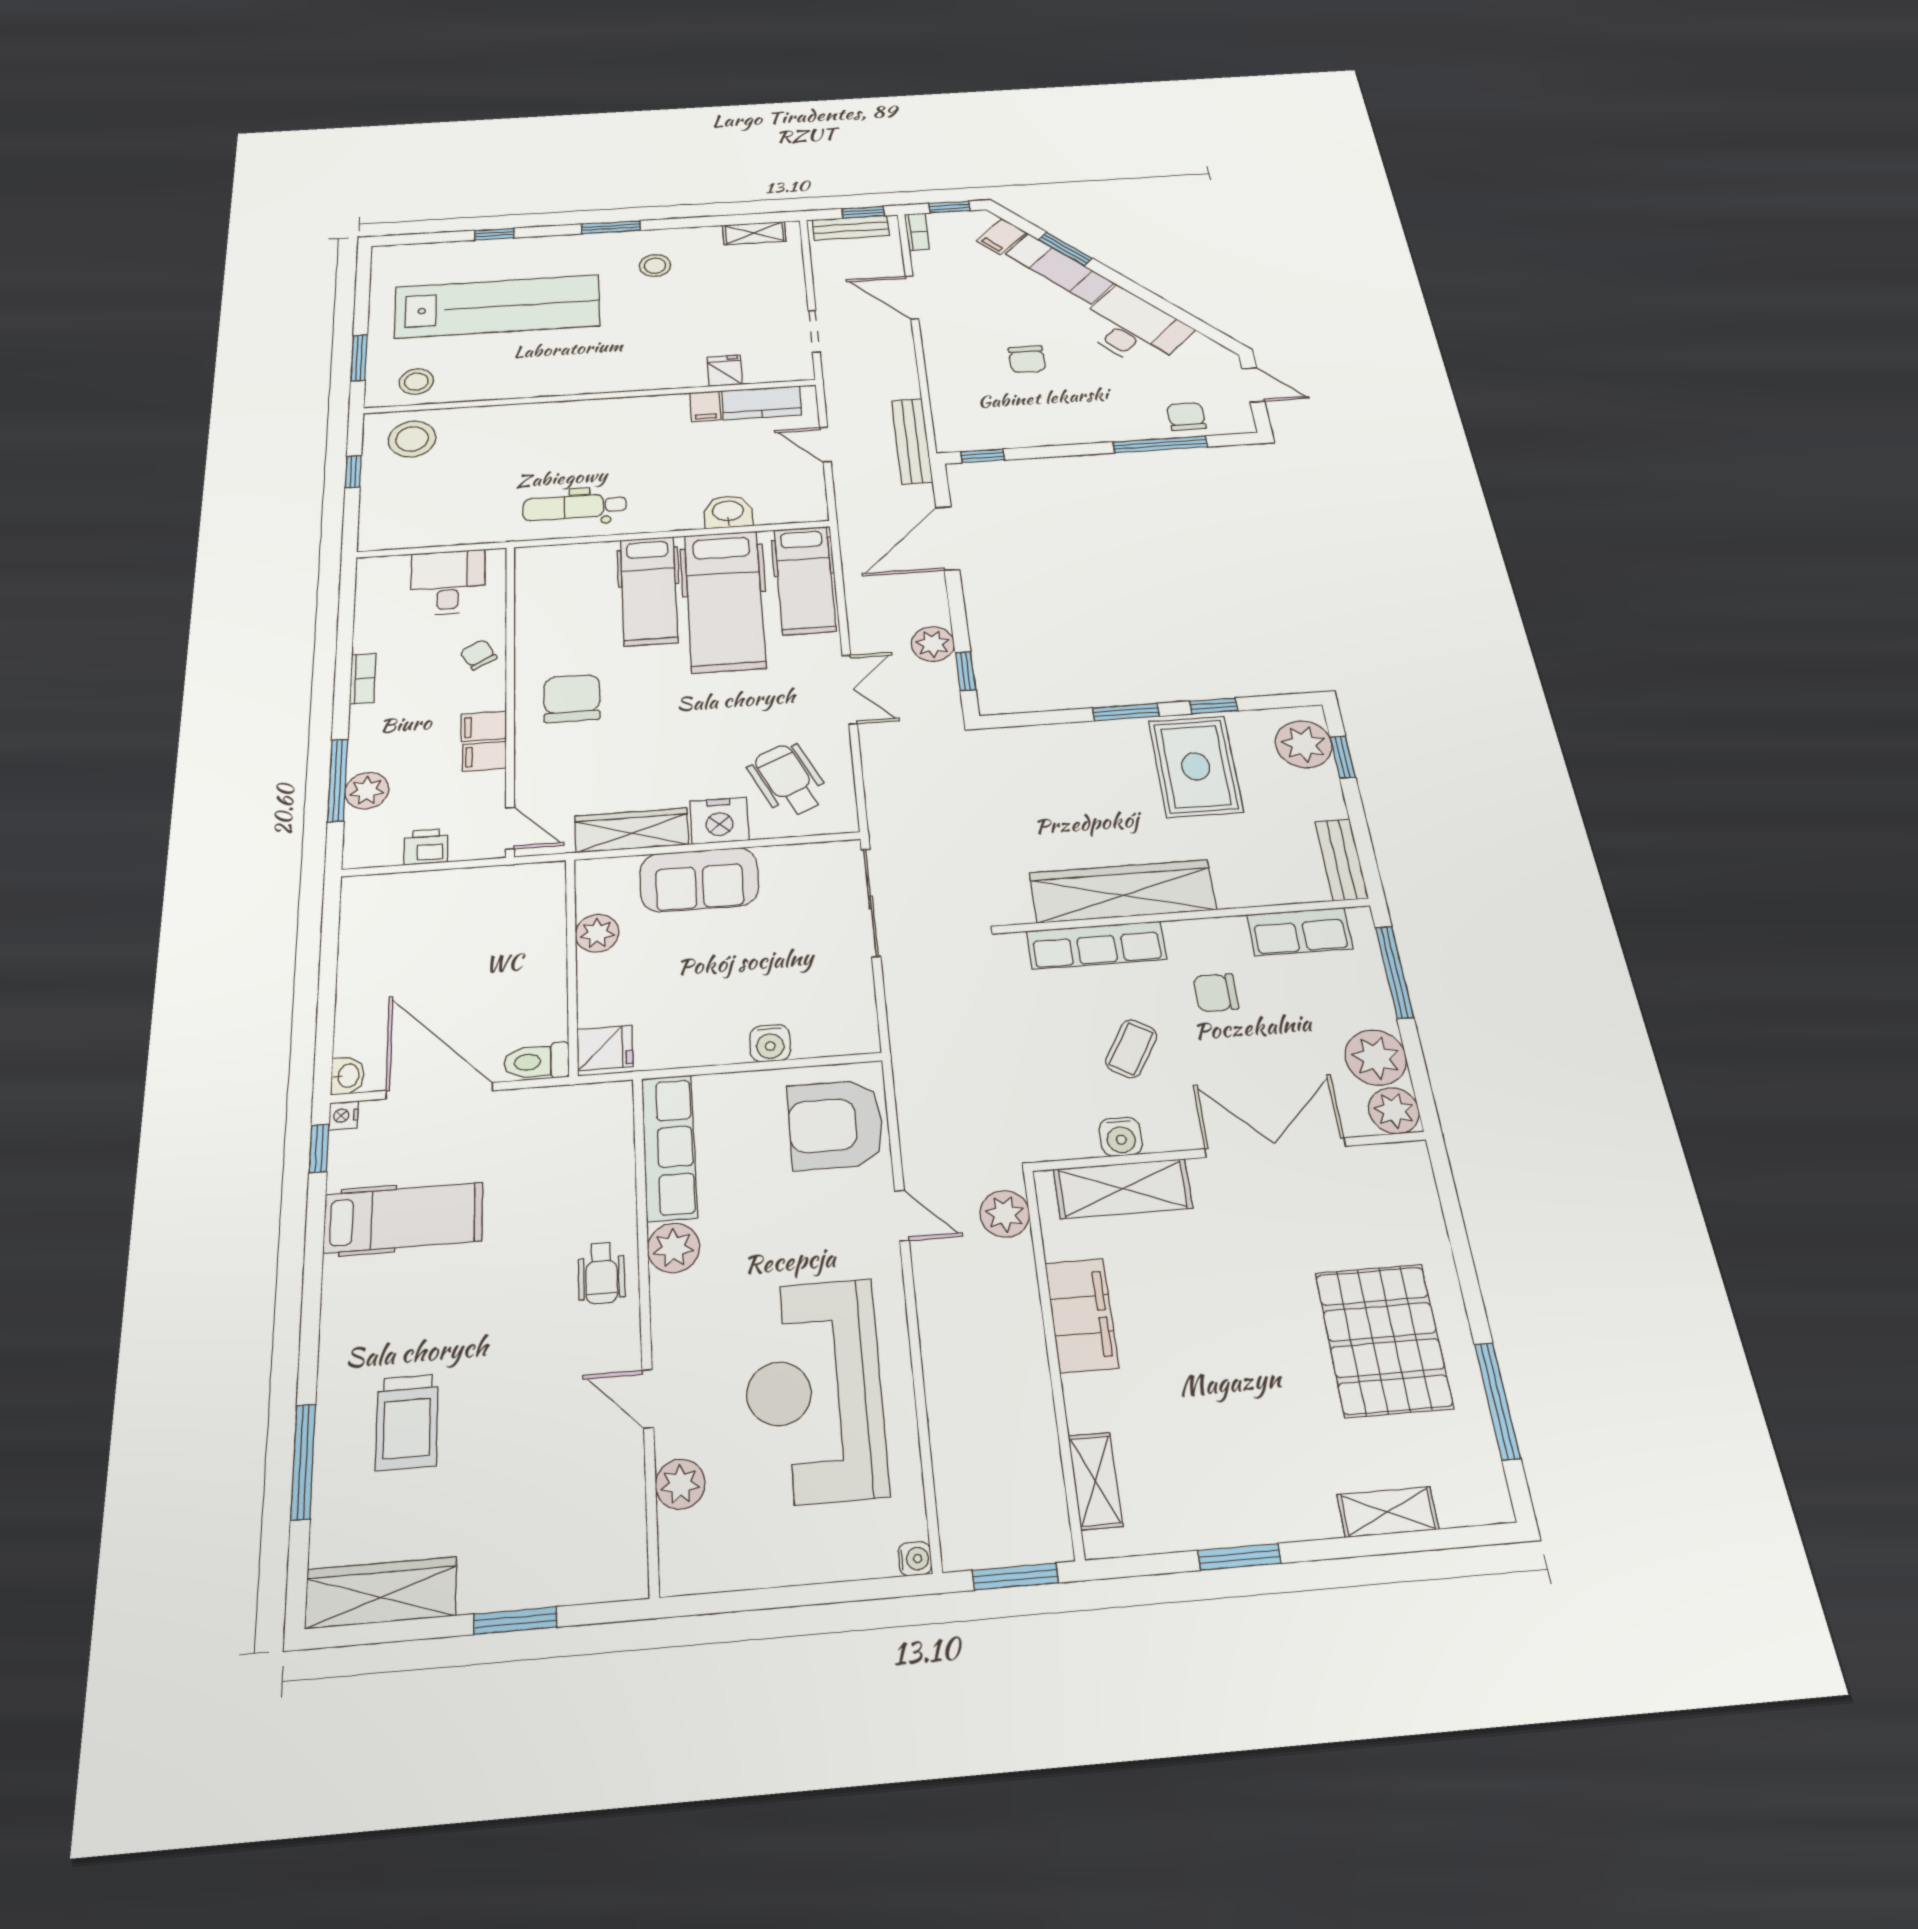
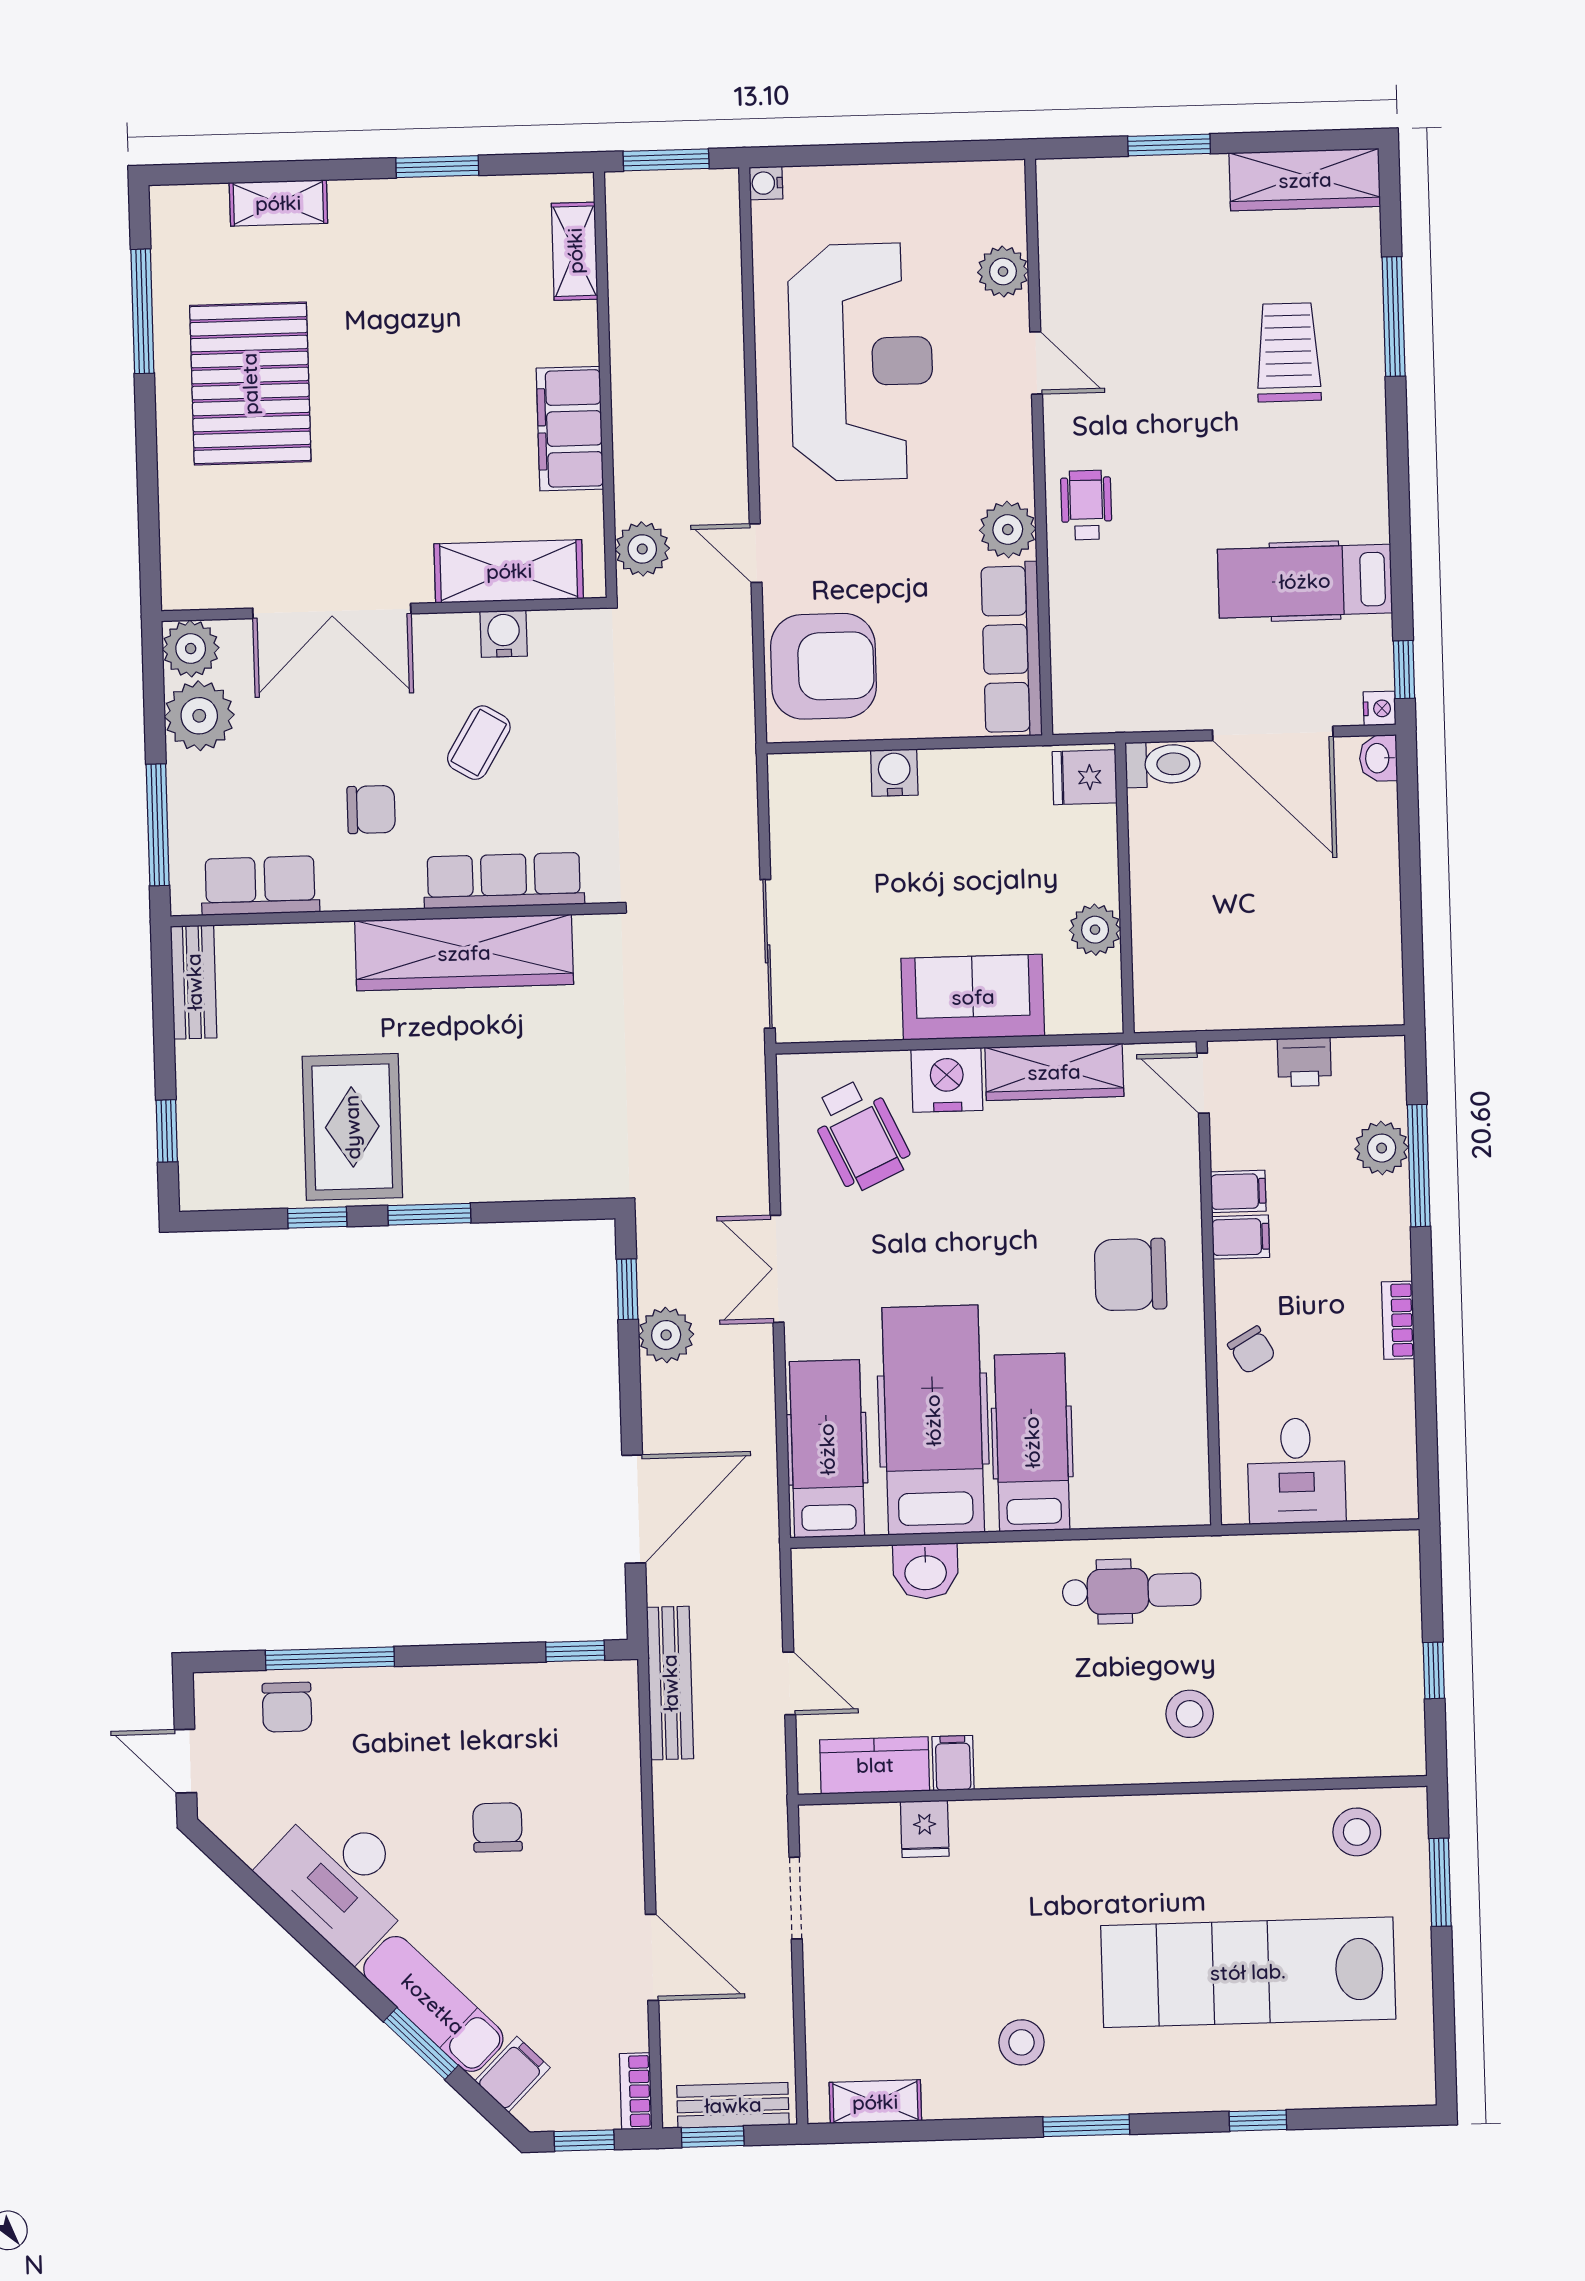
stool: (412, 439) -> (1190, 1714), moved, width x0.73, depth x0.73
chair: (572, 698) -> (1130, 1275), turned 90
plant: (1304, 744) -> (212, 1153), removed

